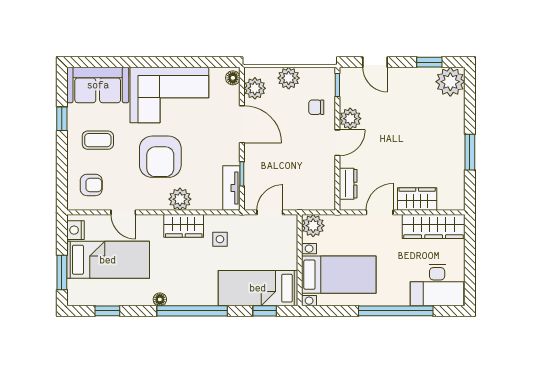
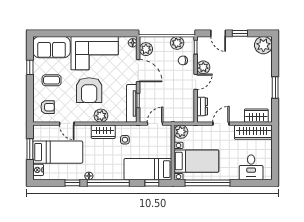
window: (429, 62) -> (240, 33), moved
plant: (289, 78) -> (177, 43), moved
tv unit: (231, 188) -> (132, 103), width x1.41
wardrobe: (417, 199) -> (256, 116), moved
nightstand: (75, 230) -> (38, 170), moved
window: (62, 273) -> (30, 149), moved
desk: (437, 285) -> (251, 167), width x0.73
window: (107, 311) -> (72, 183), moved
window: (396, 311) -> (208, 183), moved

